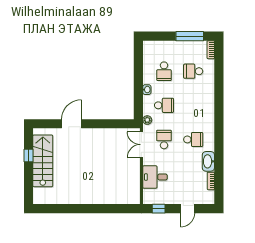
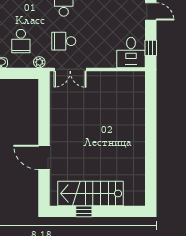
school desk: (164, 105) -> (21, 41), turned 180
desk: (155, 177) -> (131, 53), moved

